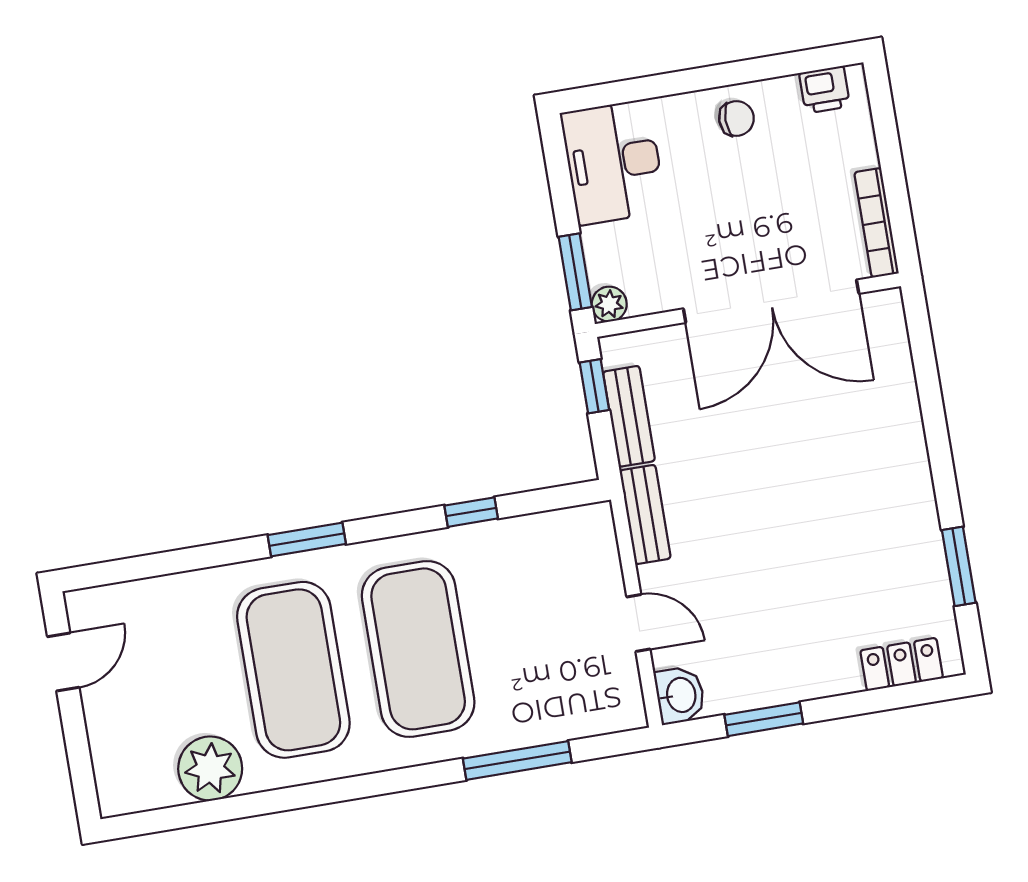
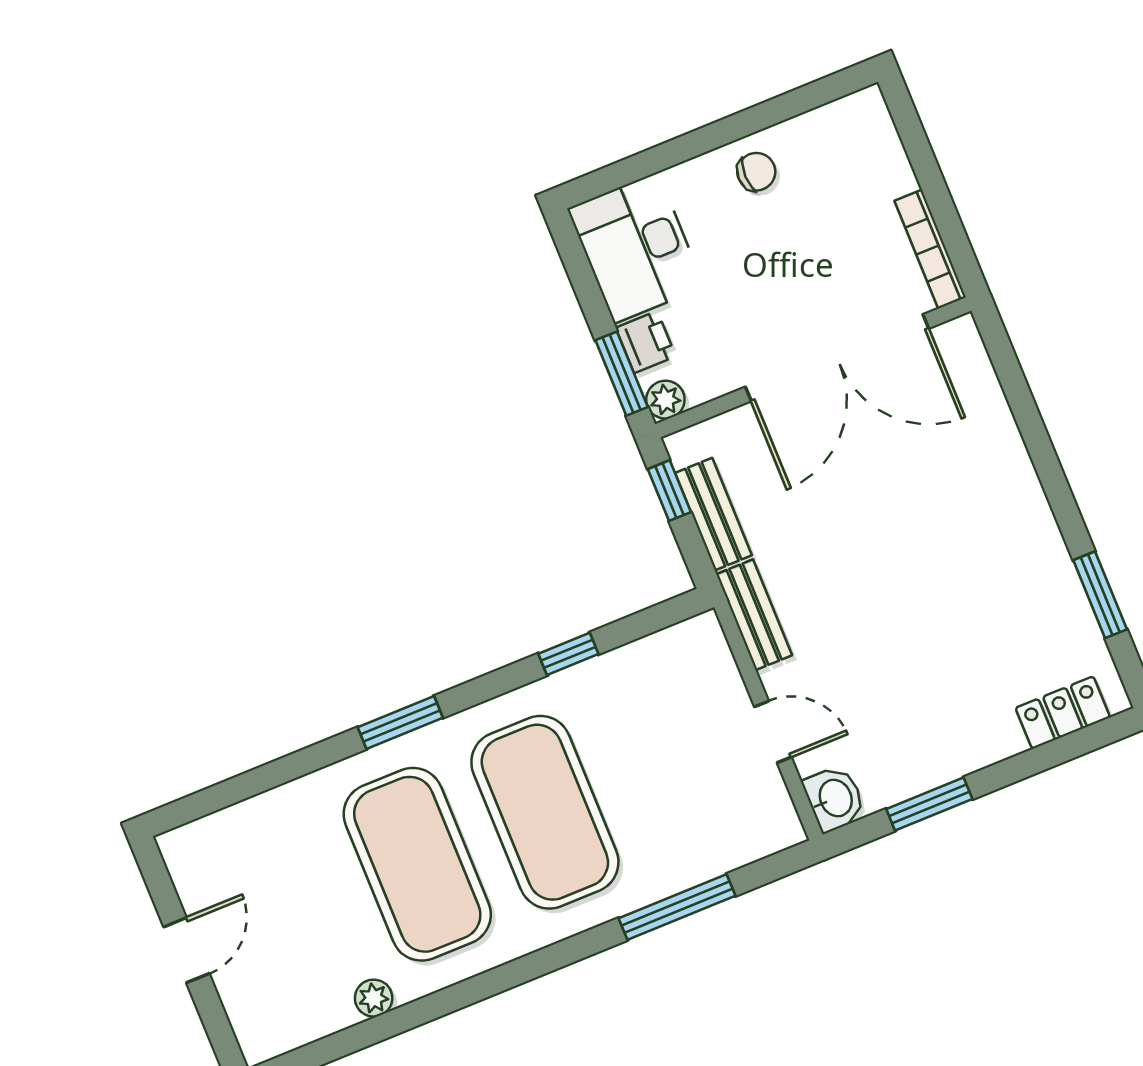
printer: (825, 90) -> (646, 342), moved, turned -90
door: (63, 662) -> (186, 950), moved
plant: (210, 768) -> (374, 998), width x0.53, depth x0.53

